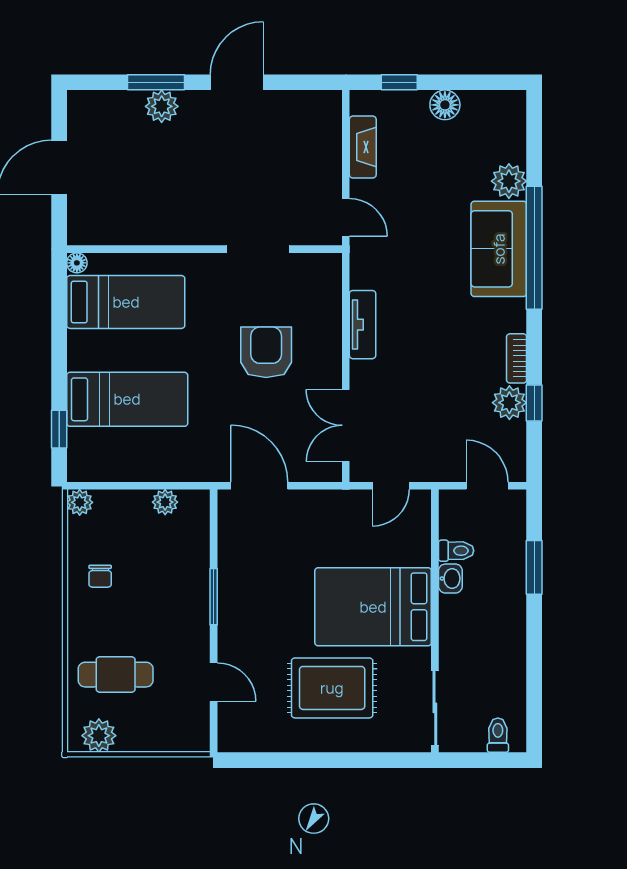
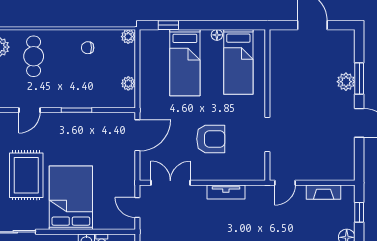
floor lamp: (77, 263) -> (217, 35), moved

